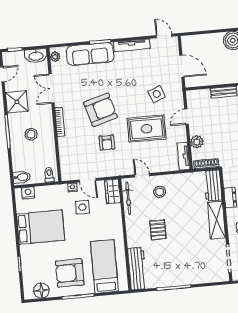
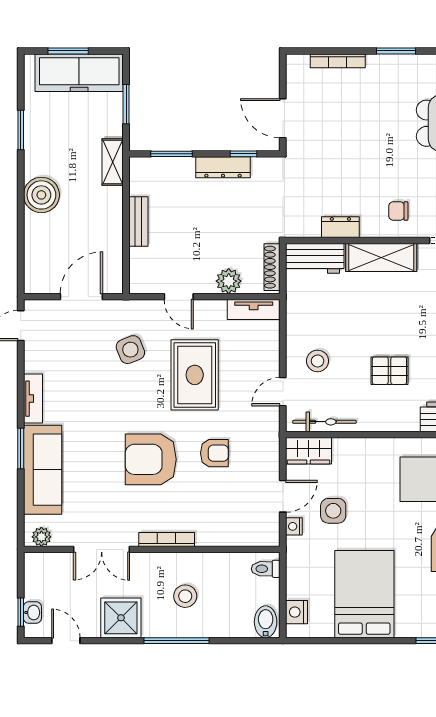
tv unit: (132, 45) -> (33, 399), width x0.71
washbasin: (36, 56) -> (32, 612), moved, width x0.52, depth x0.69
armchair: (101, 110) -> (151, 459), turned -74

